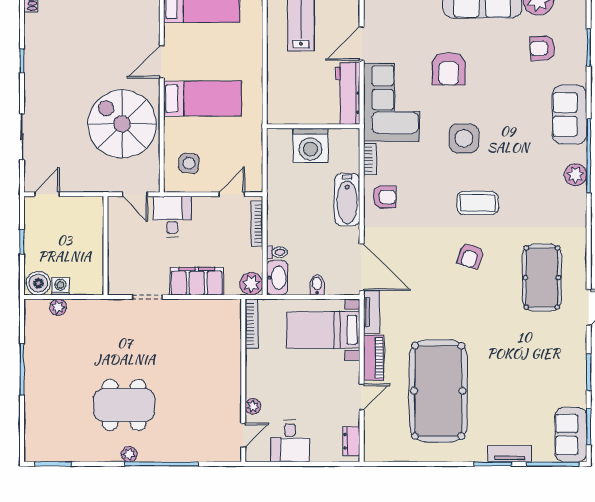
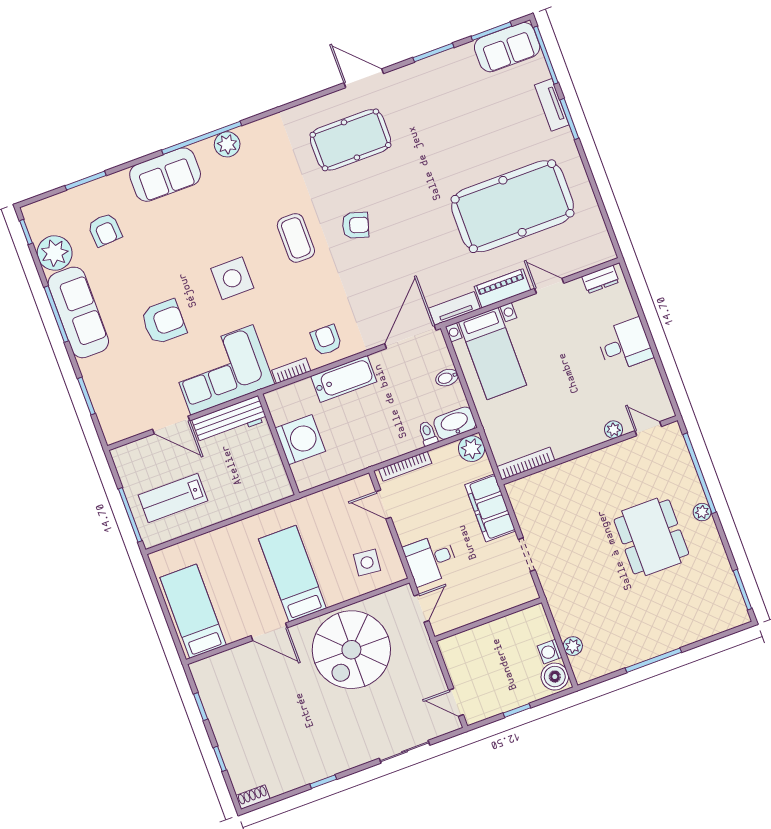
bookcase: (252, 324) -> (526, 464), moved
wall: (243, 380) -> (590, 450), moved
plant: (253, 406) -> (614, 430), moved
door: (243, 435) -> (648, 429), moved

